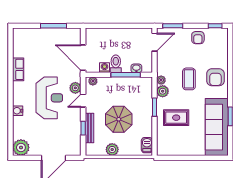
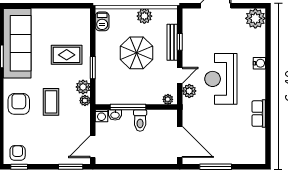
armchair: (198, 38) -> (18, 153), moved
door: (83, 58) -> (180, 142), moved
washing machine: (105, 68) -> (101, 116), moved

